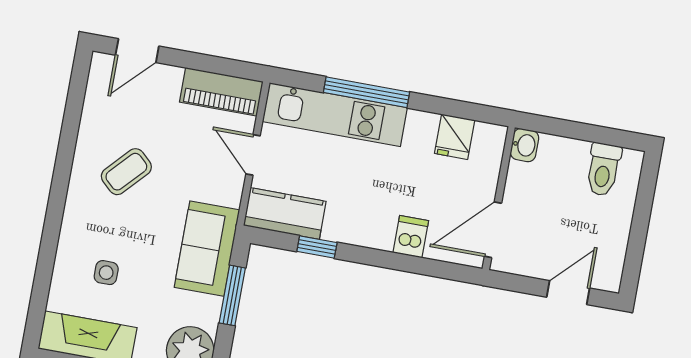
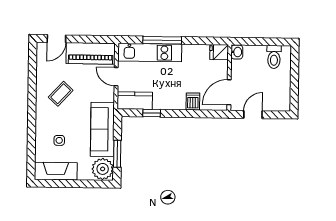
piano: (221, 92) -> (91, 53), width x1.37, depth x1.33
fridge: (455, 137) -> (219, 52), moved, turned 90
sofa: (207, 249) -> (102, 129), width x1.36
door: (568, 293) -> (253, 115), moved
window: (232, 295) -> (117, 154), moved

